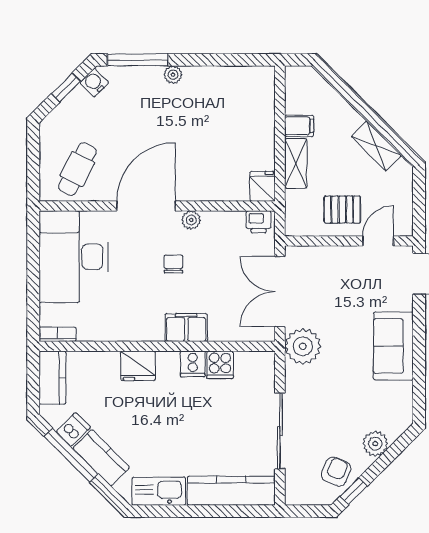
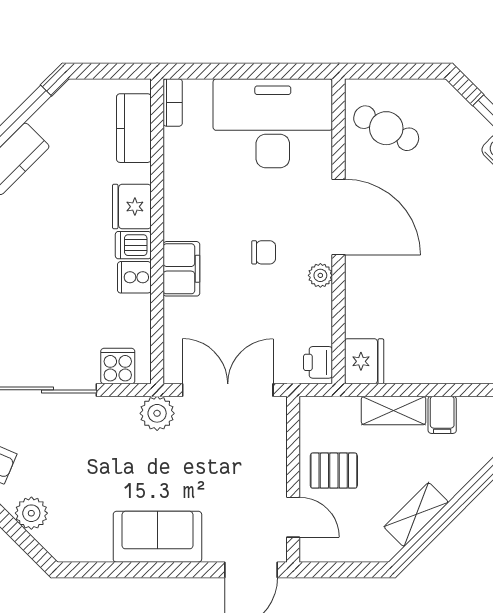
fridge: (263, 186) -> (364, 361), width x1.38
pallet: (342, 210) -> (334, 471), turned 90
plant: (303, 346) -> (157, 413), width x0.73, depth x0.73
cooker: (220, 365) -> (118, 366), moved, turned 90
kitchen counter: (52, 378) -> (134, 128), moved, turned 90
dishwasher: (73, 430) -> (133, 245), moved, turned 135

